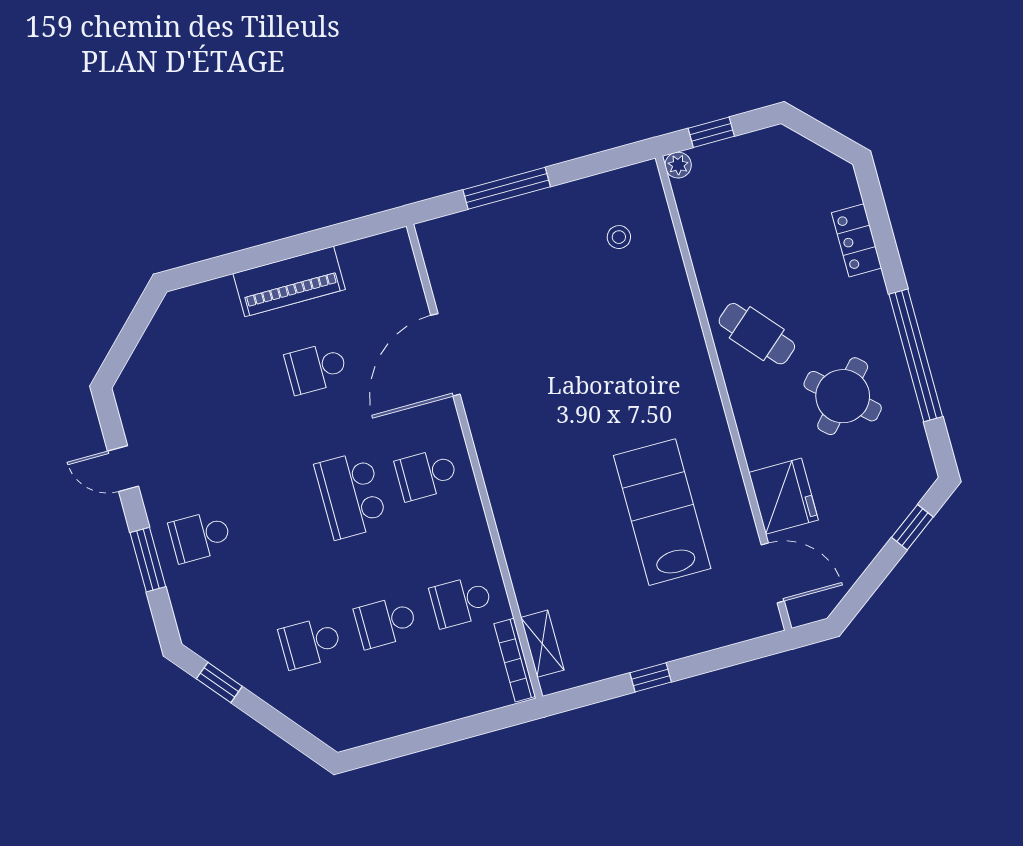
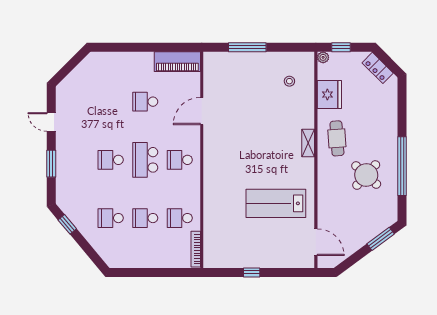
locker: (857, 240) -> (378, 68), moved, turned -45
piano: (289, 281) -> (177, 62), moved
cafe table: (757, 334) -> (337, 138), turned 37
door: (445, 355) -> (202, 111), width x0.73
fridge: (783, 496) -> (329, 95), moved
lab bench: (662, 512) -> (276, 203), turned -90
window: (912, 527) -> (381, 239), width x1.50
school desk: (200, 536) -> (111, 160), moved
shelving: (542, 644) -> (308, 143), moved

